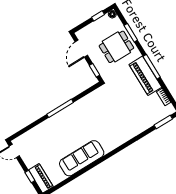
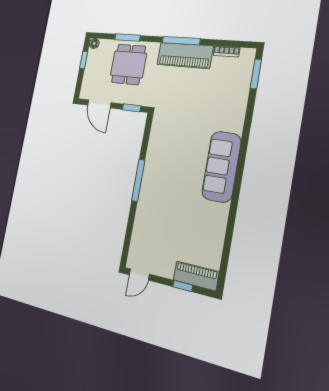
sofa: (82, 158) -> (221, 167), moved

